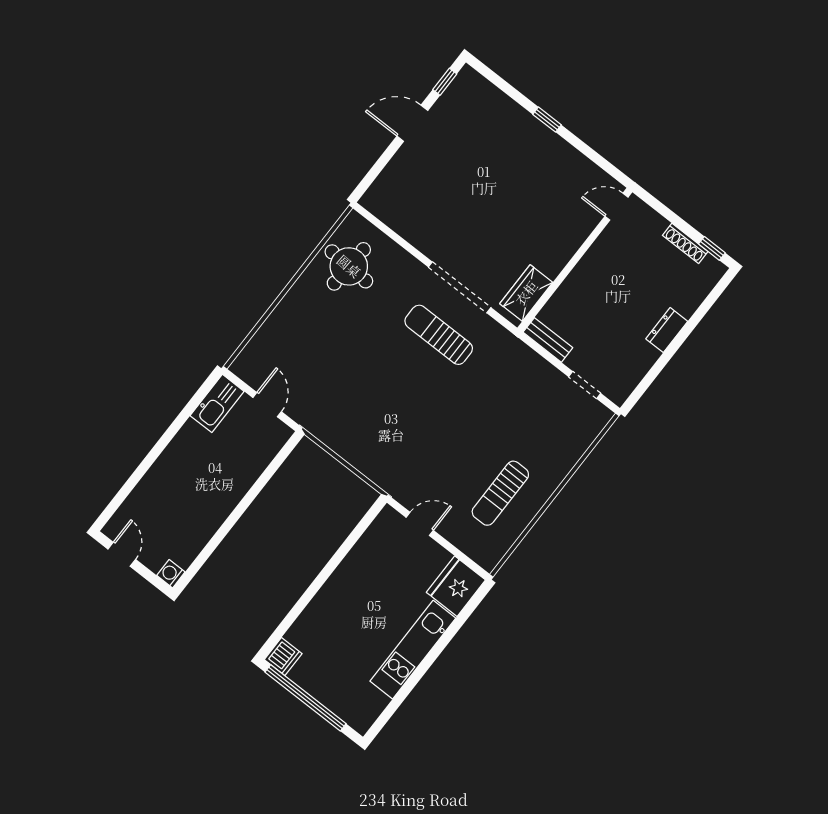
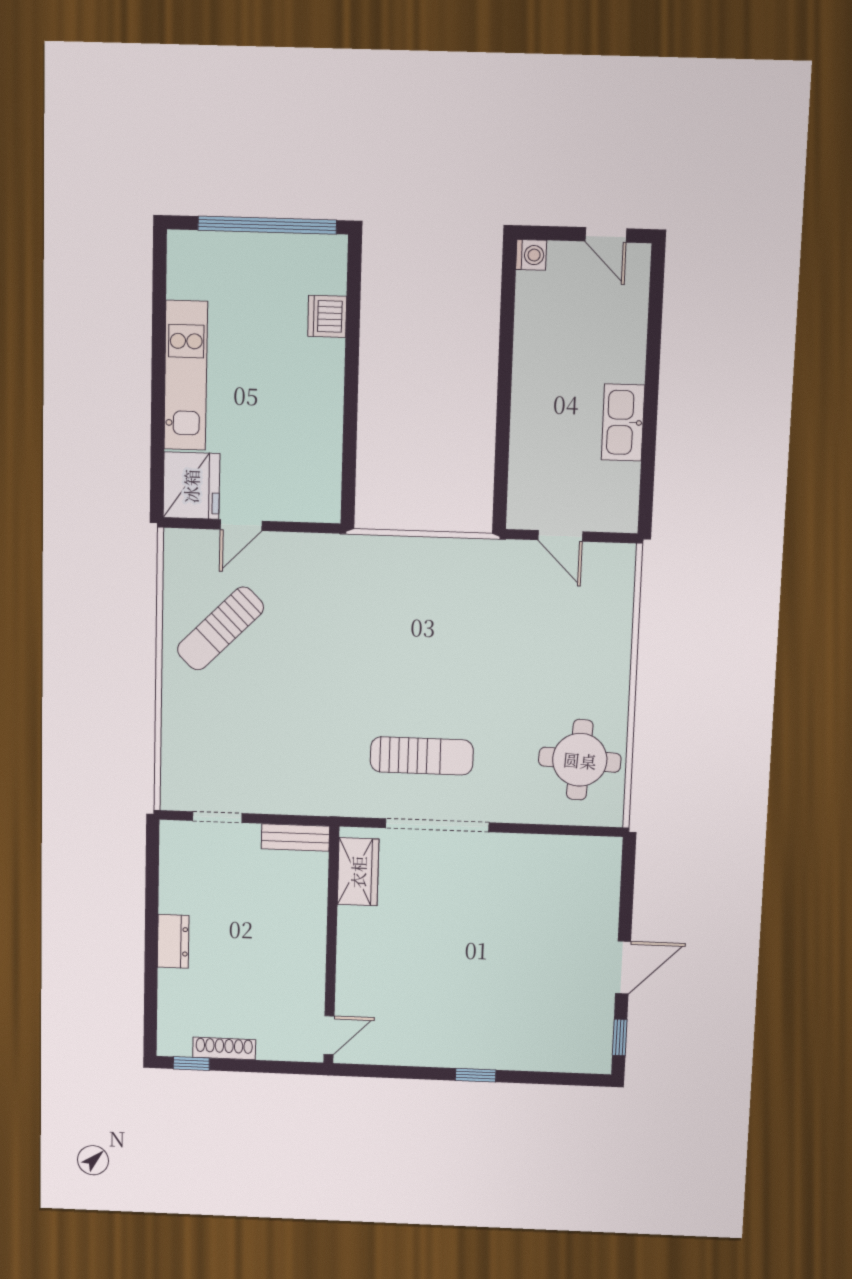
kitchen sink: (217, 403) -> (623, 422), moved
sun lounger: (500, 493) -> (220, 628), turned -135
door: (420, 524) -> (241, 525), moved
dishwasher: (283, 657) -> (327, 316), moved

